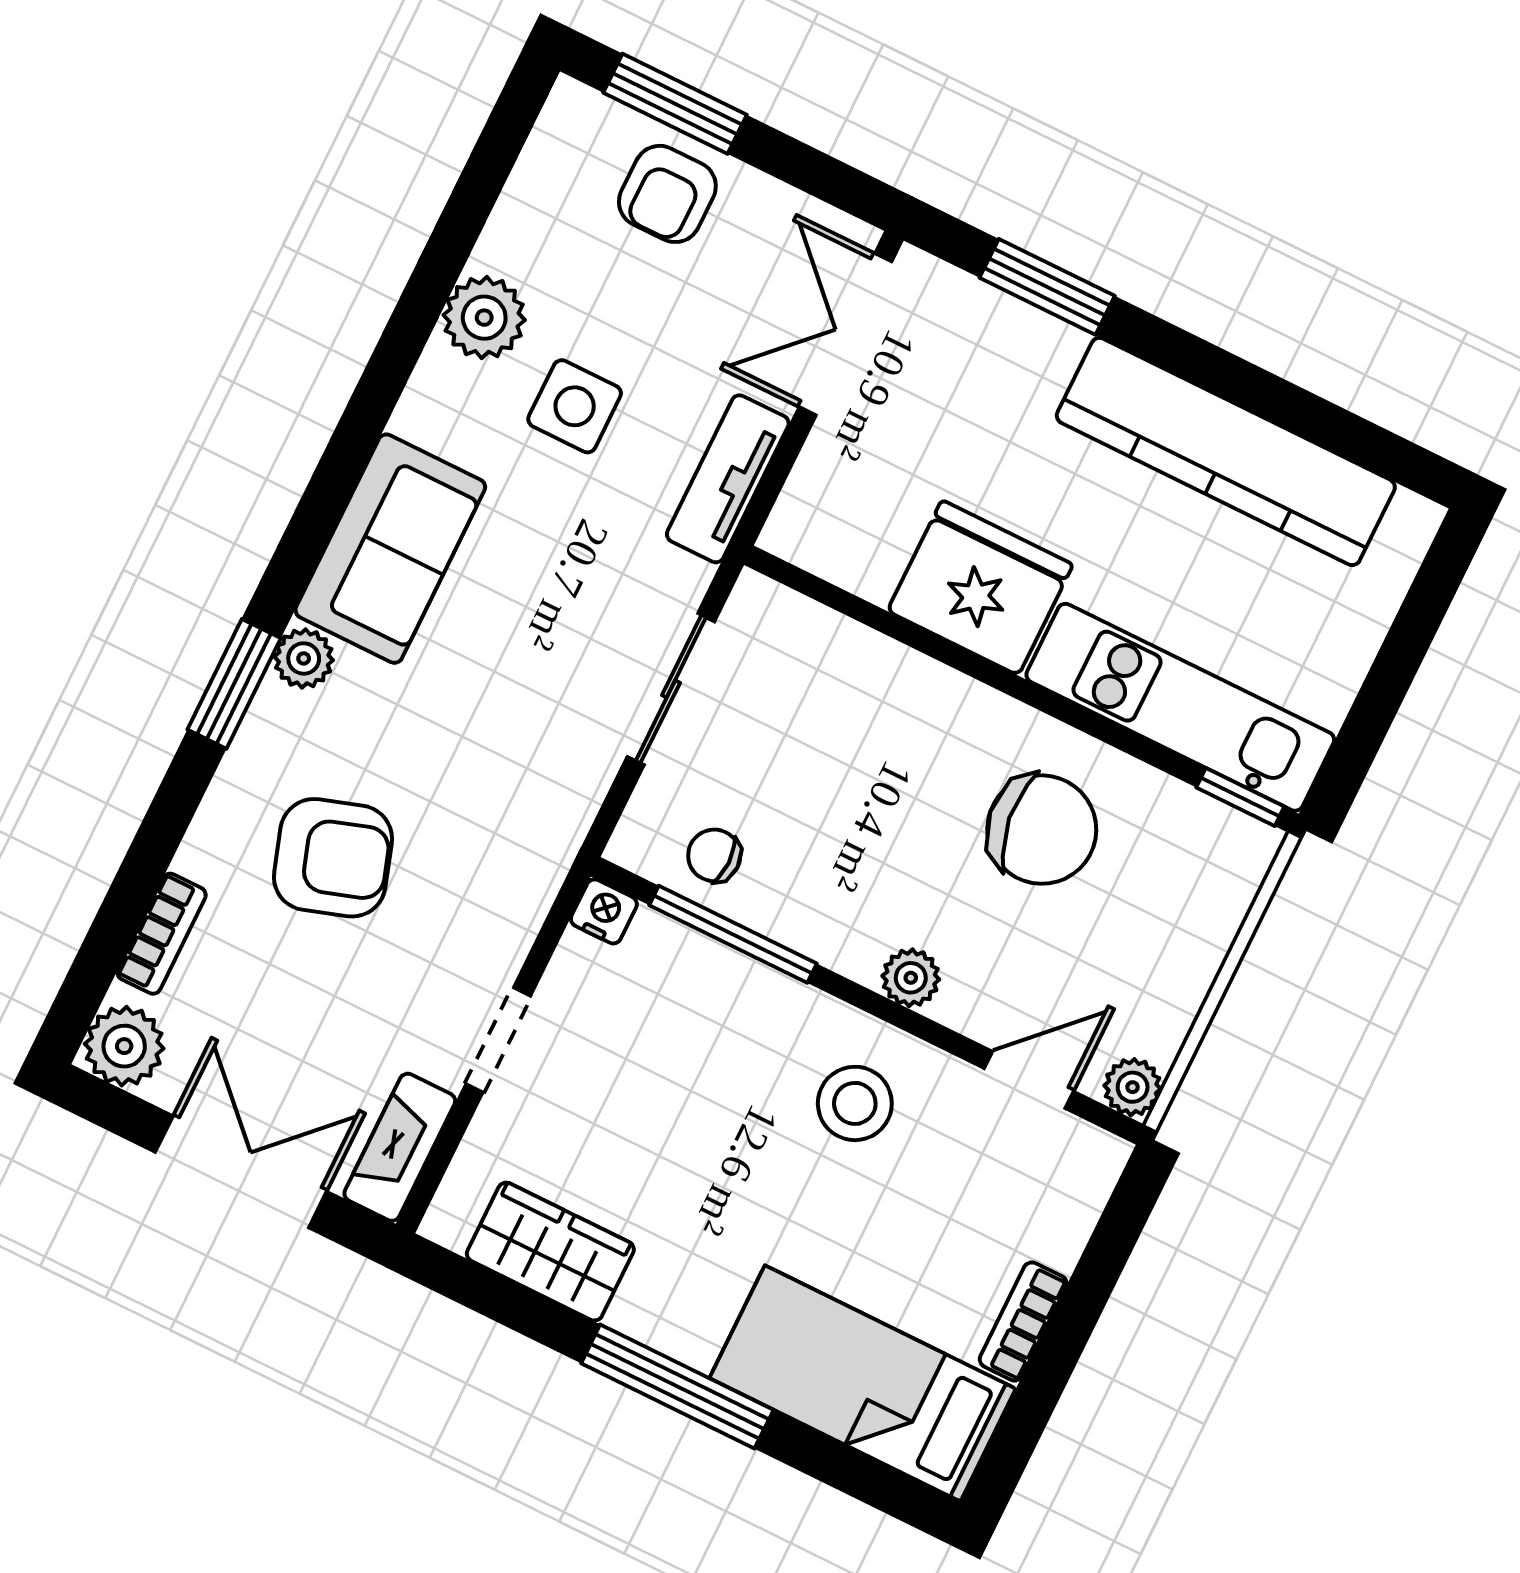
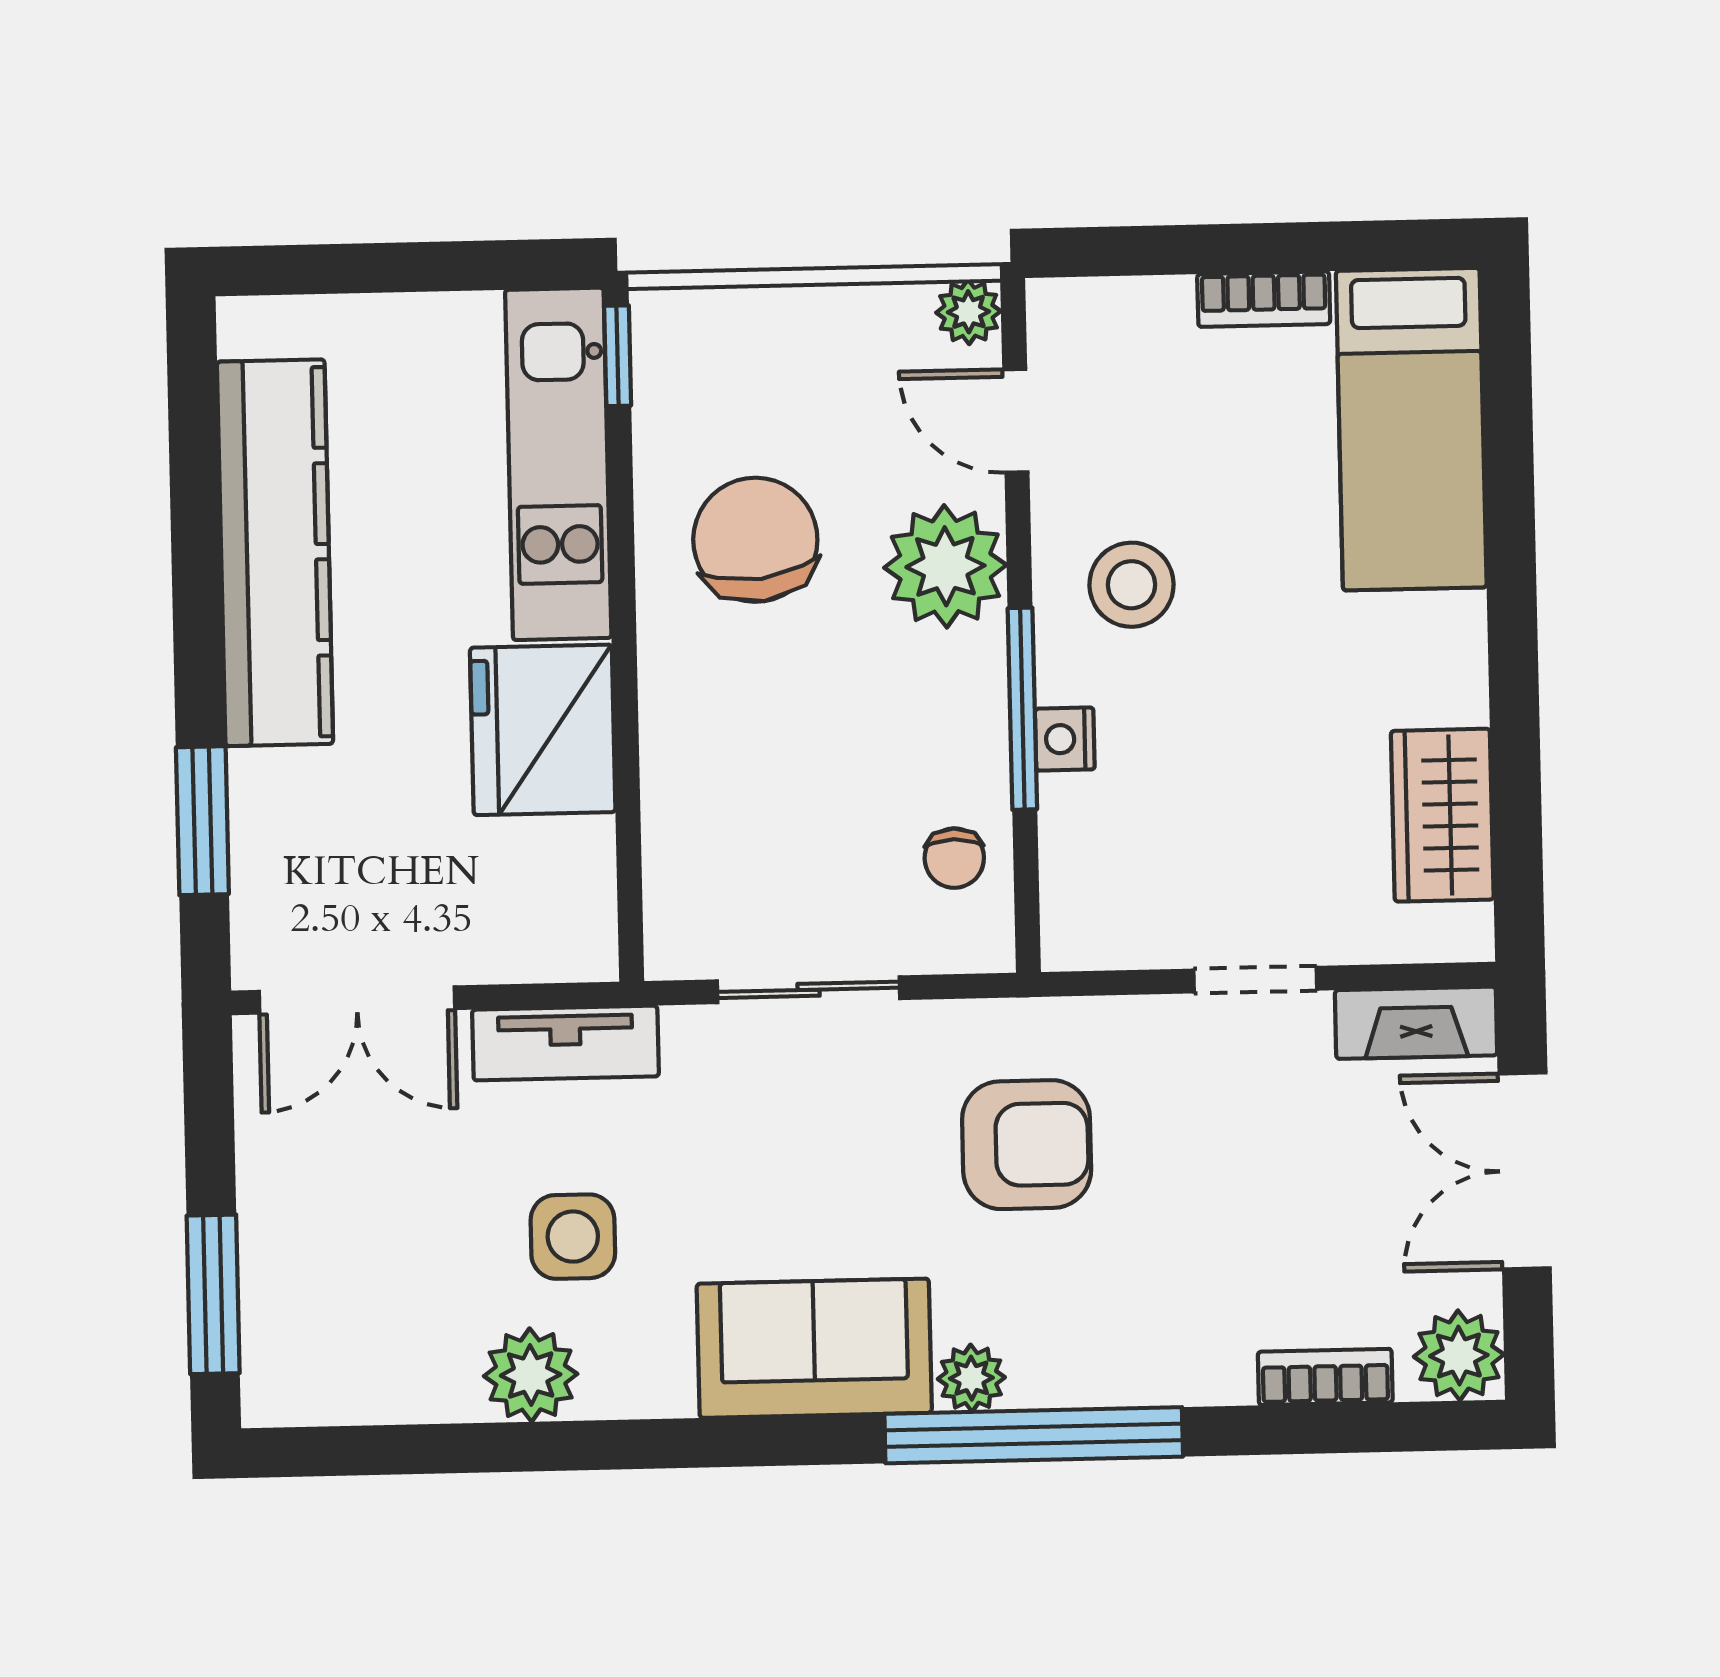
armchair: (667, 194) -> (309, 1255), removed
window: (234, 684) -> (1034, 1435), width x2.11
armchair: (333, 858) -> (1027, 1145), moved, turned 108
nightstand: (604, 911) -> (1065, 739), moved
window: (733, 934) -> (1022, 709), moved
plant: (911, 978) -> (945, 566), width x1.87, depth x1.87
window: (677, 1387) -> (1512, 615), removed

